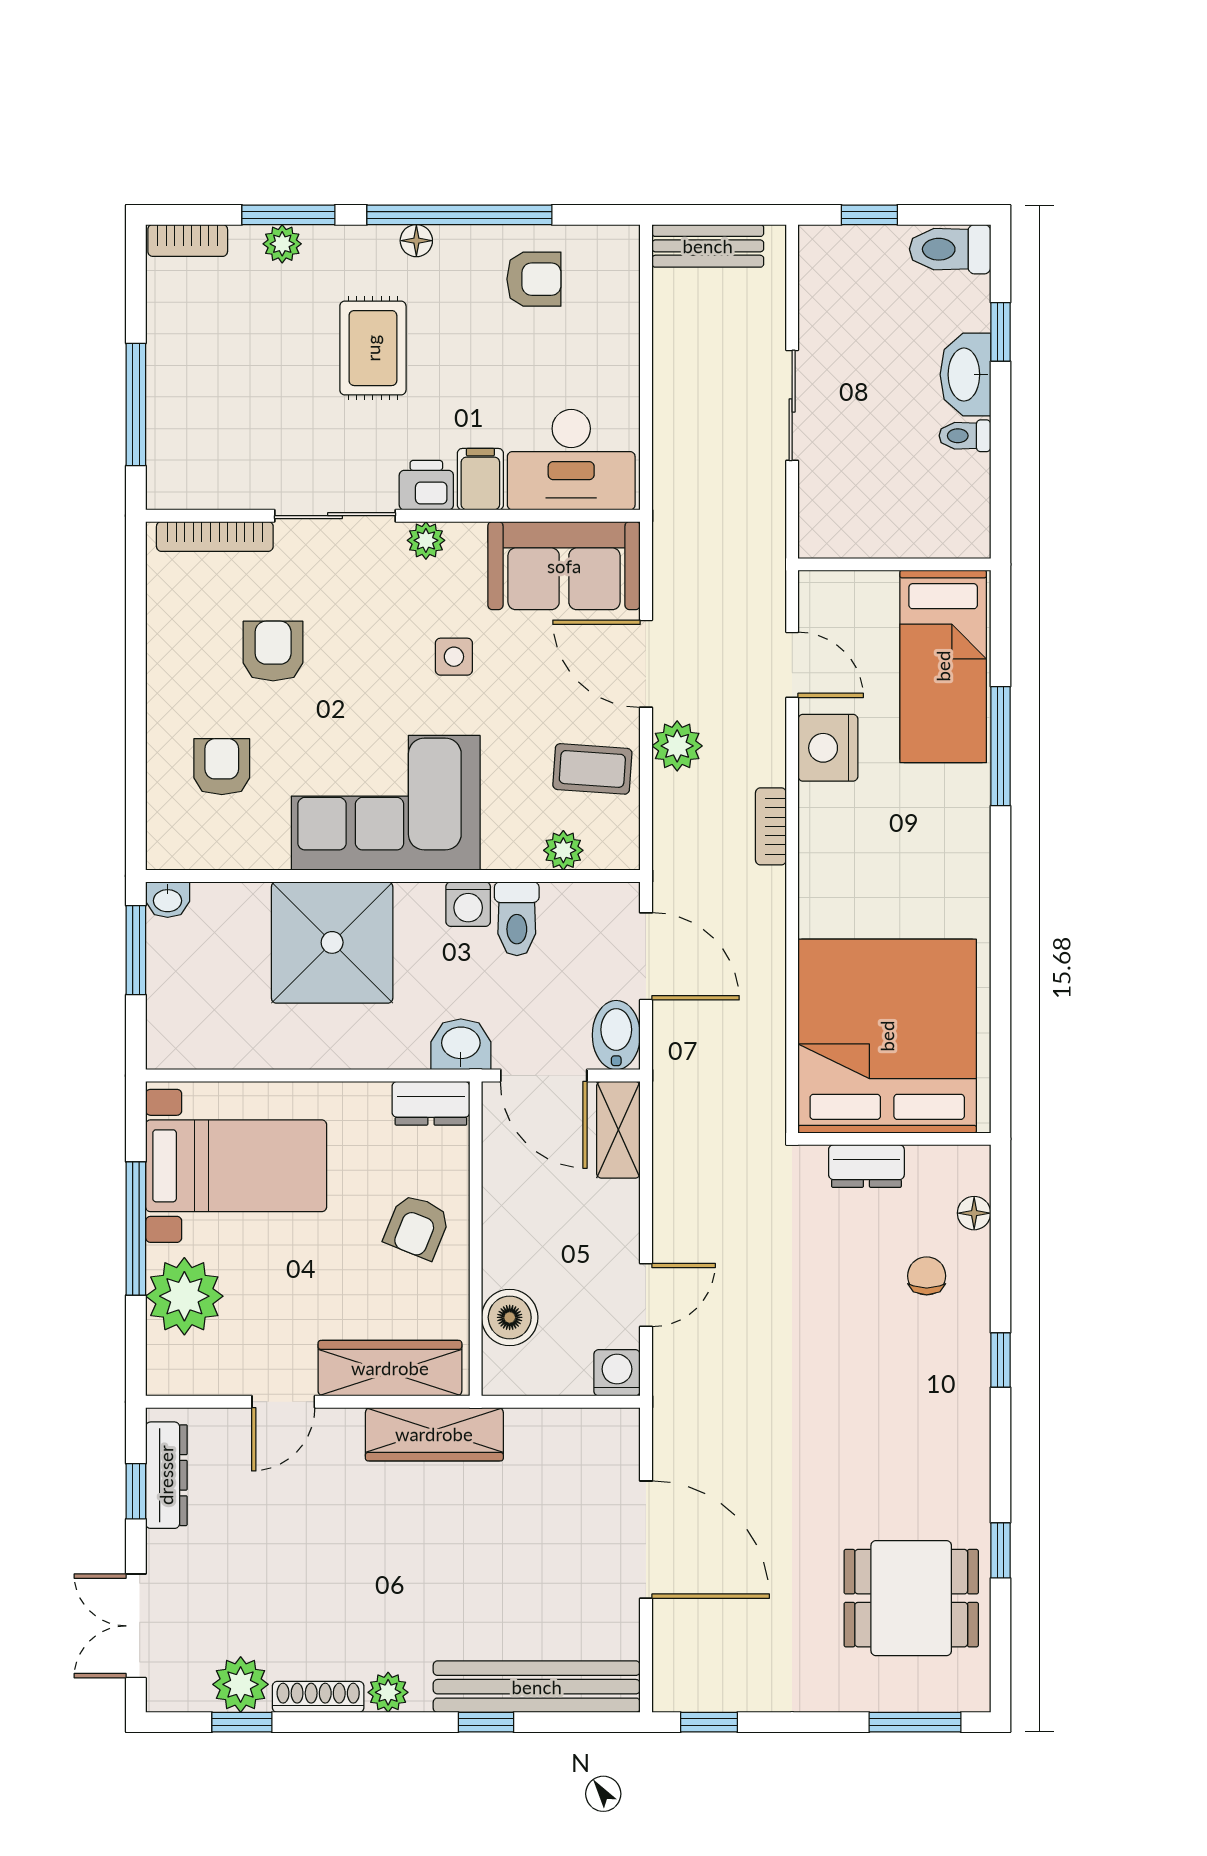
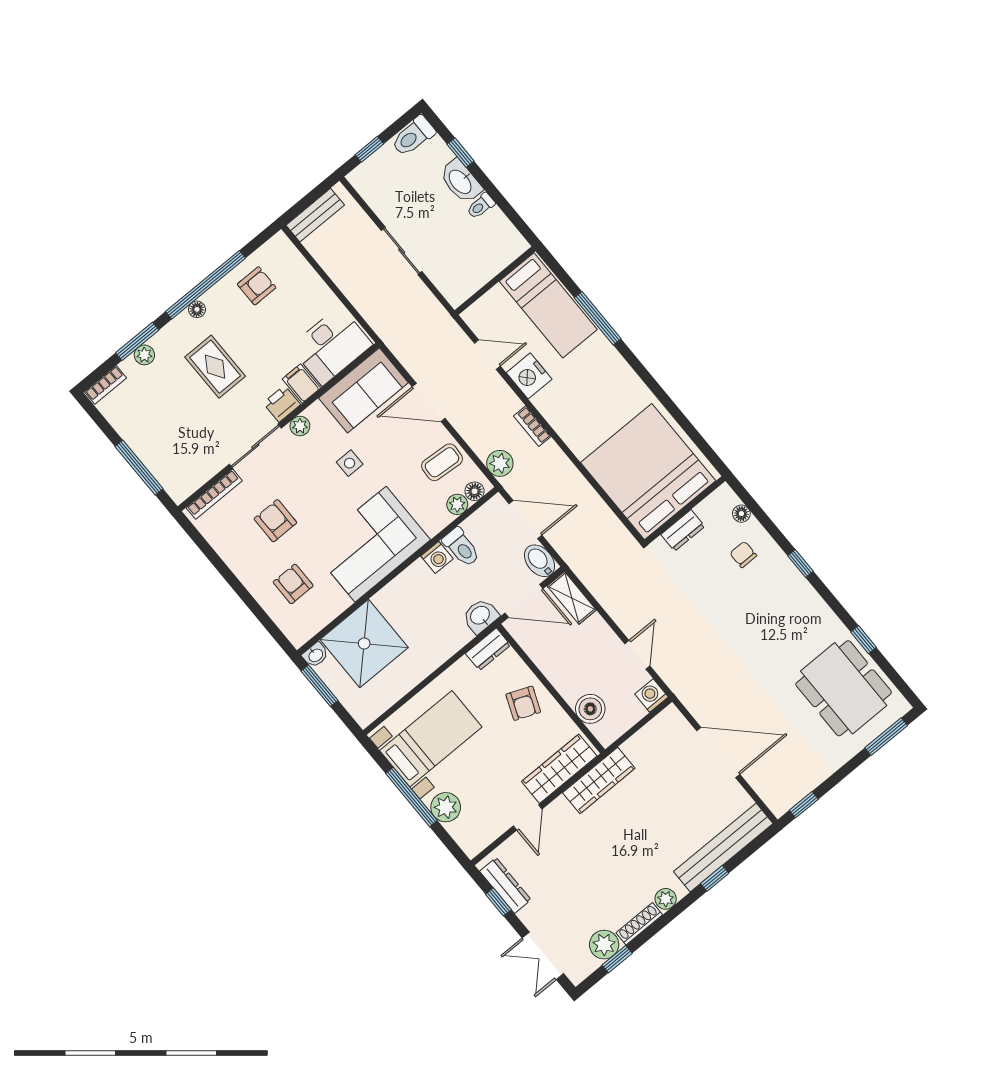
plant: (677, 746) -> (500, 463), moved
floor lamp: (605, 852) -> (475, 491), added
shower: (332, 942) -> (364, 643), moved
plant: (184, 1296) -> (446, 807), width x0.73, depth x0.73
dining table: (911, 1598) -> (844, 688), width x1.38

